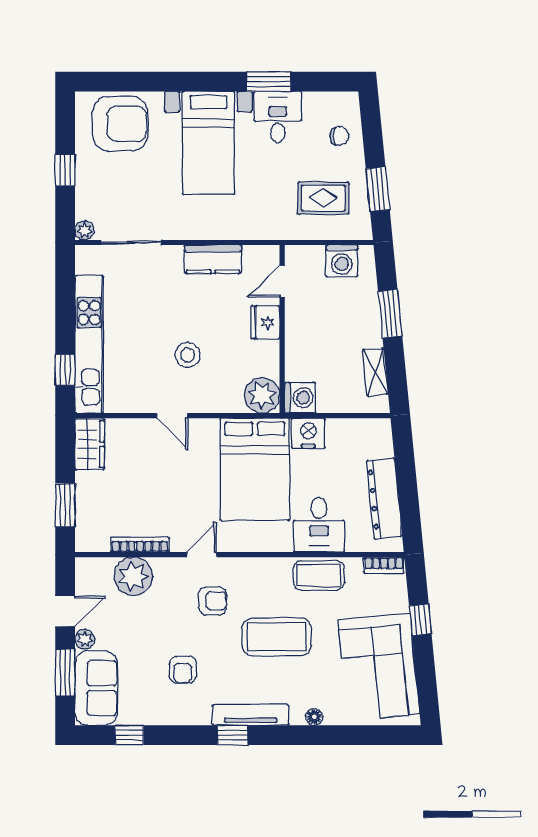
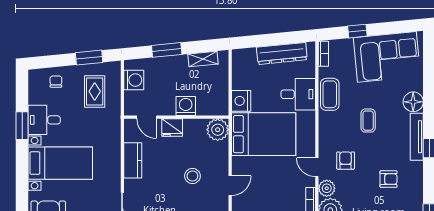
washing machine: (300, 398) -> (186, 106), moved
plant: (168, 571) -> (327, 188), added
coffee table: (277, 637) -> (368, 121), width x0.54, depth x0.58
floor lamp: (314, 717) -> (413, 102), width x1.89, depth x1.89

